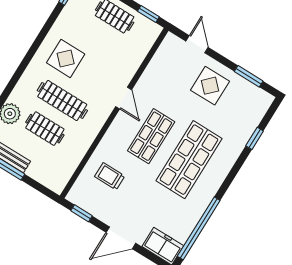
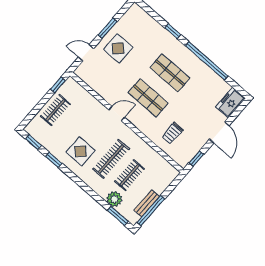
window: (48, 25) -> (54, 160), added
window: (249, 76) -> (108, 28), moved
window: (255, 138) -> (173, 31), moved
shop shelf: (189, 160) -> (170, 73), width x0.70, depth x0.74
window: (199, 228) -> (207, 61), moved

